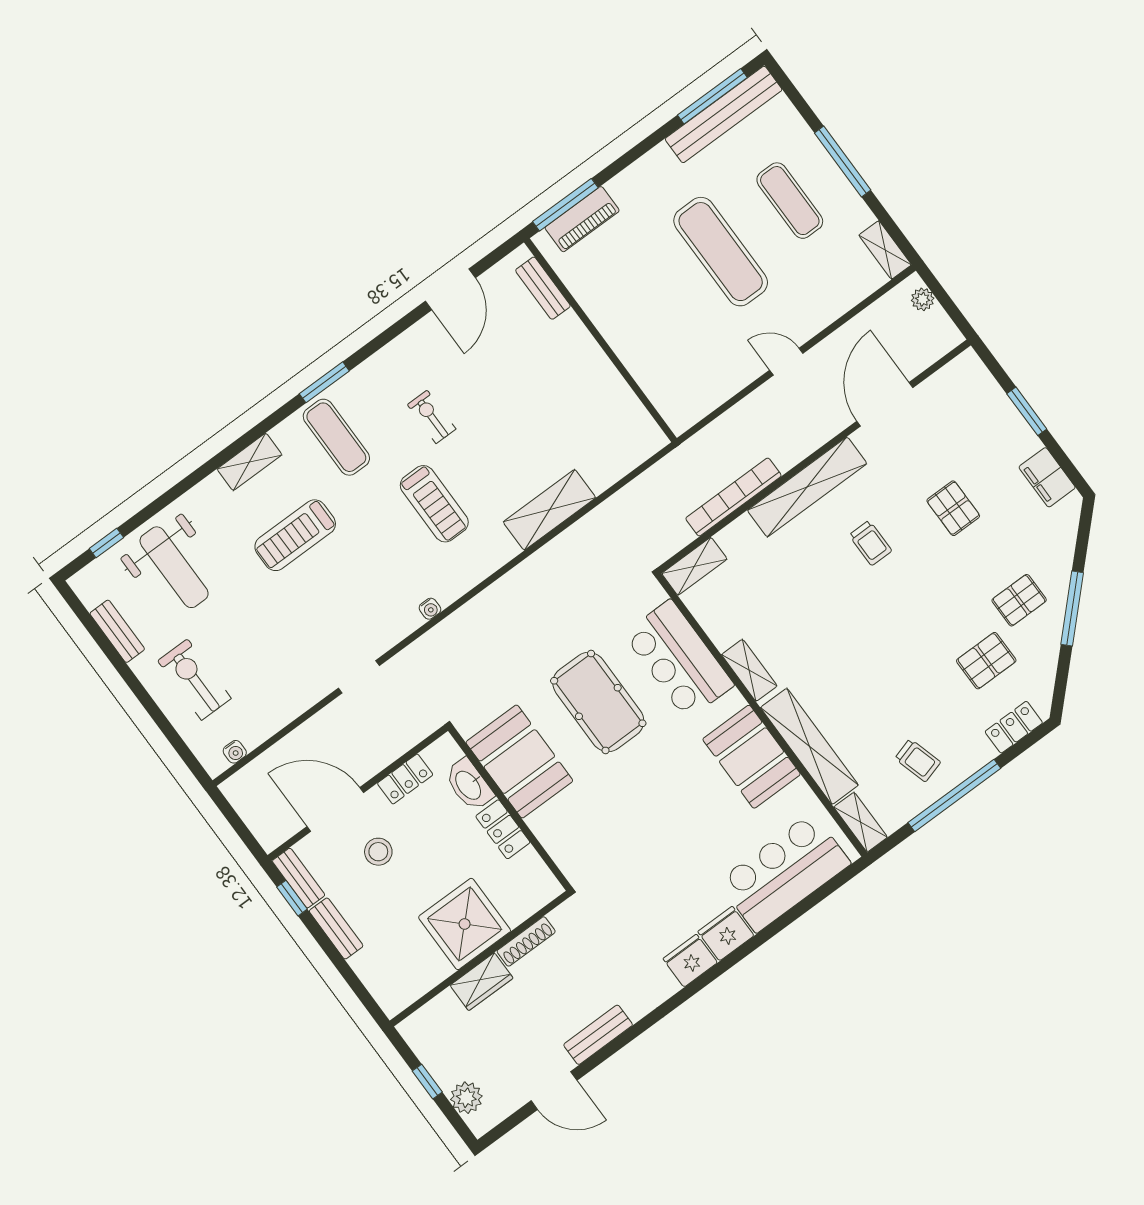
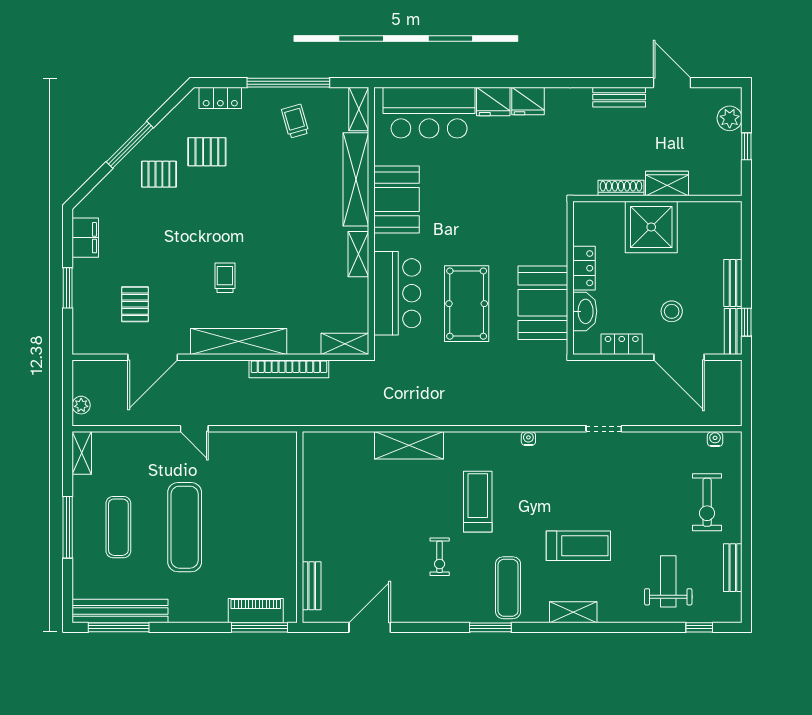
pallet: (953, 508) -> (135, 304), moved
weight bench: (174, 567) -> (668, 581), width x0.73, depth x0.75

